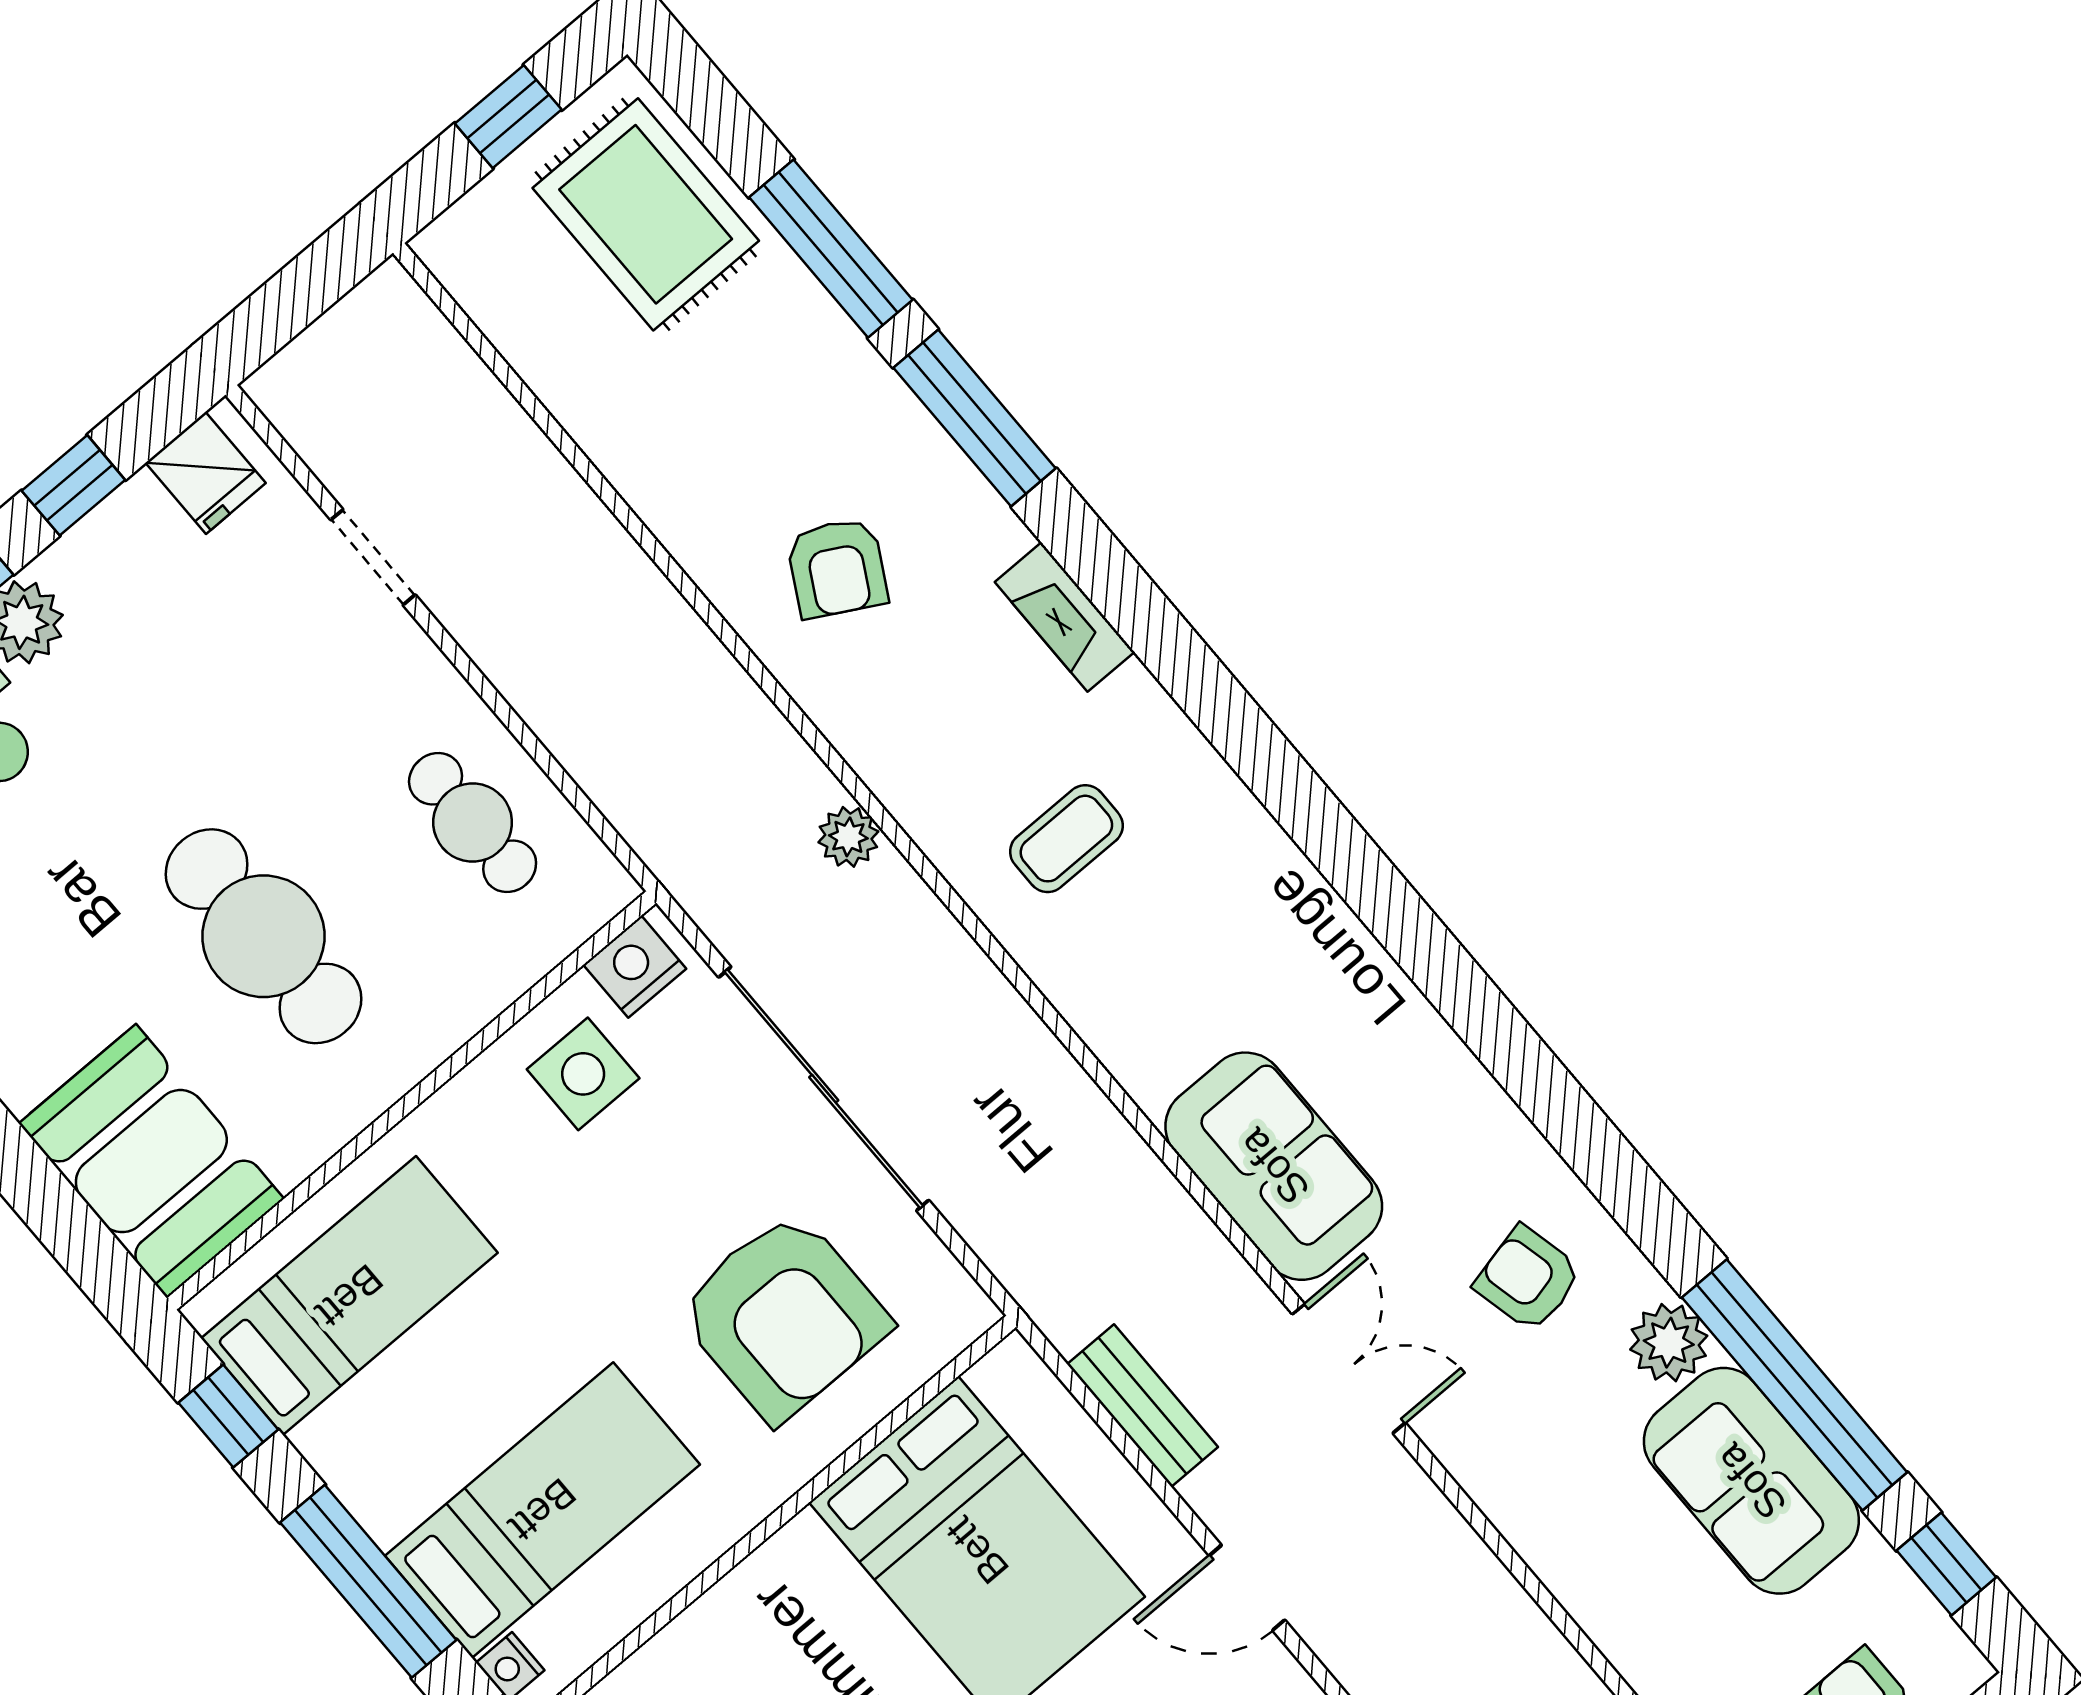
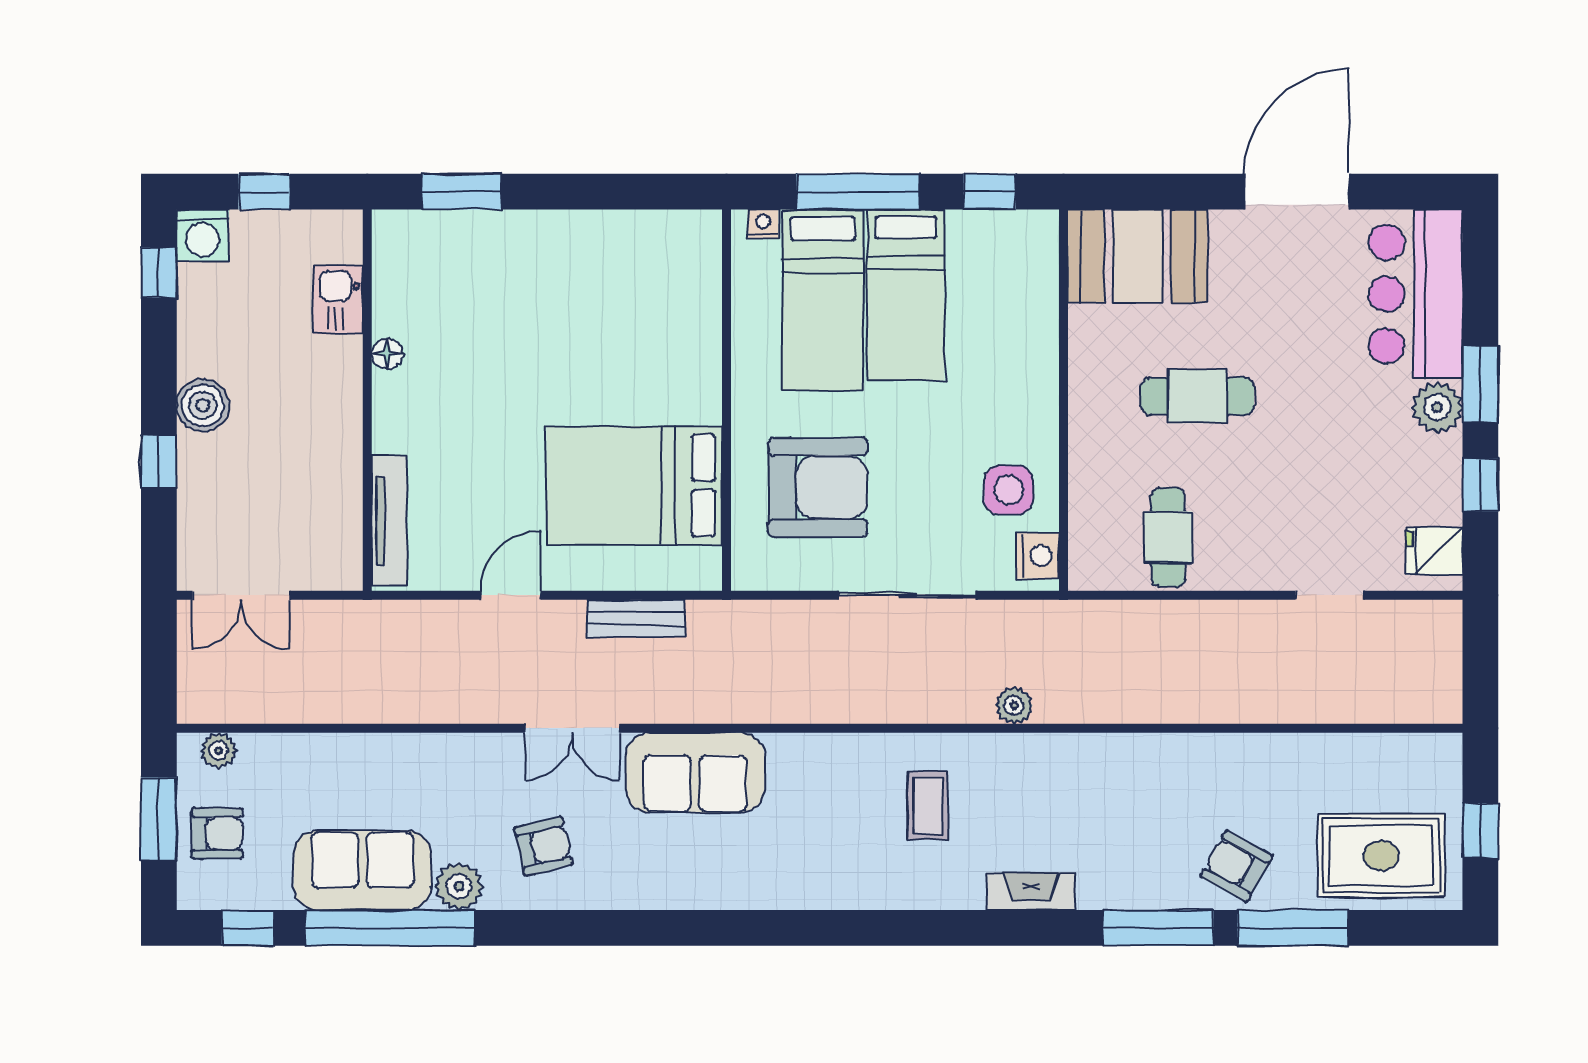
armchair: (837, 568) -> (1236, 866), moved
cafe table: (473, 823) -> (1168, 537), turned 90
cafe table: (264, 936) -> (1197, 396), width x0.73, depth x0.74
sliding door: (824, 1089) -> (907, 595), width x0.73
bed: (349, 1296) -> (906, 295), moved
armchair: (783, 1316) -> (818, 487), turned 180

